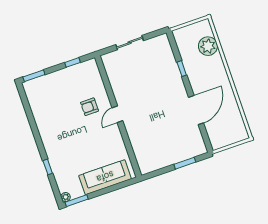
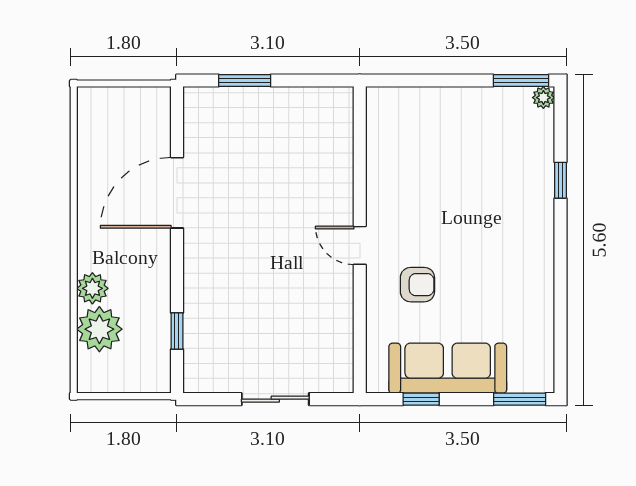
plant: (216, 61) -> (92, 288), added
window: (182, 69) -> (177, 331), moved
door: (117, 114) -> (360, 245), swing flipped
sofa: (105, 177) -> (448, 368), moved, turned 180

